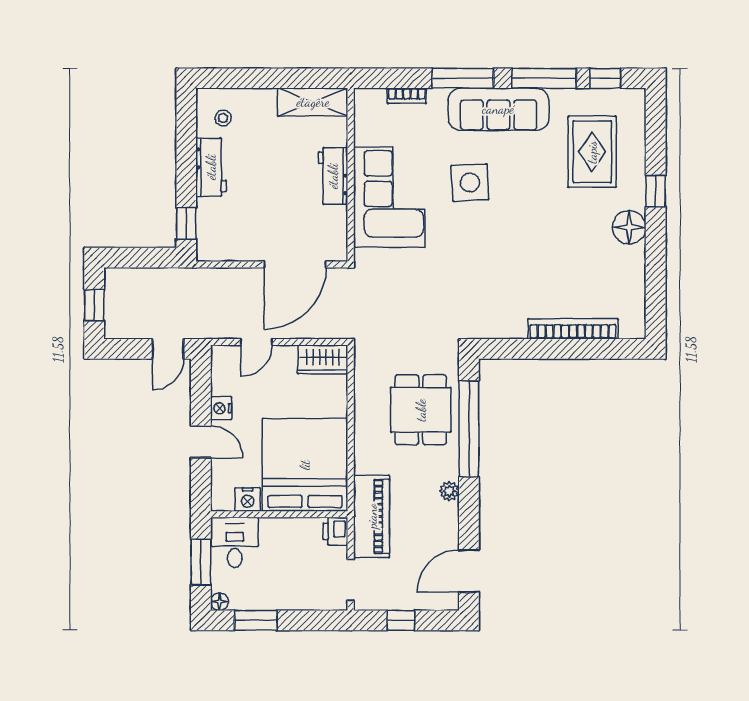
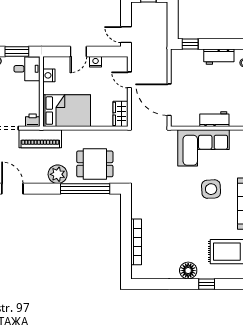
bed: (305, 465) -> (67, 111), width x0.73
plant: (449, 491) -> (58, 174), width x1.88, depth x1.88

